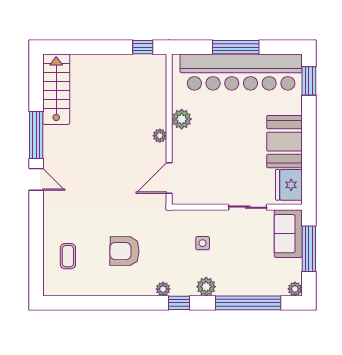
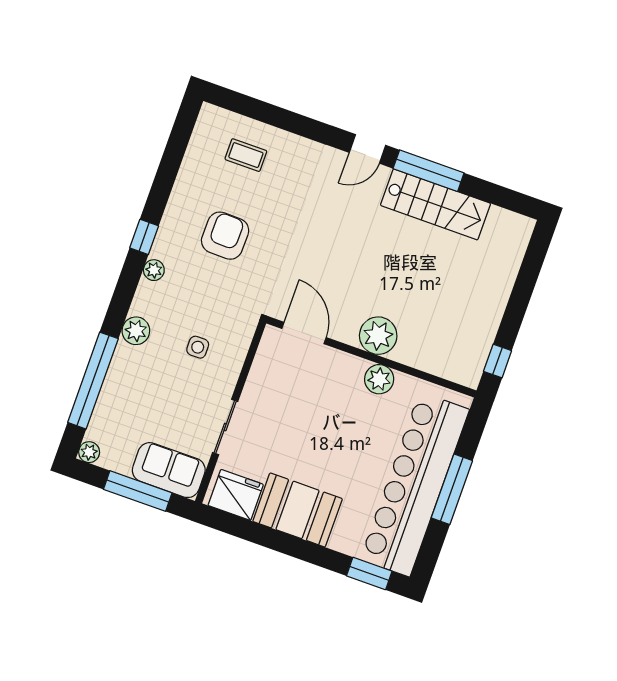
stairs: (56, 89) -> (436, 204), moved
plant: (160, 136) -> (378, 336), width x1.88, depth x1.88
window: (179, 303) -> (144, 237), moved

